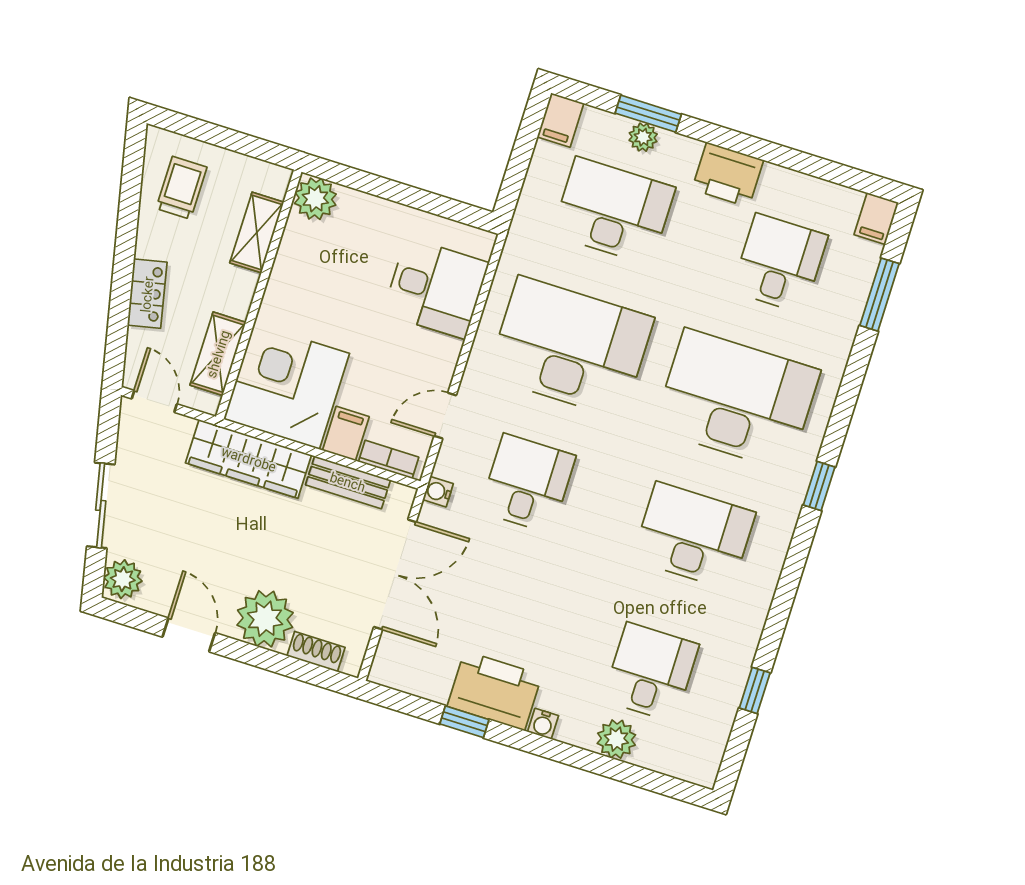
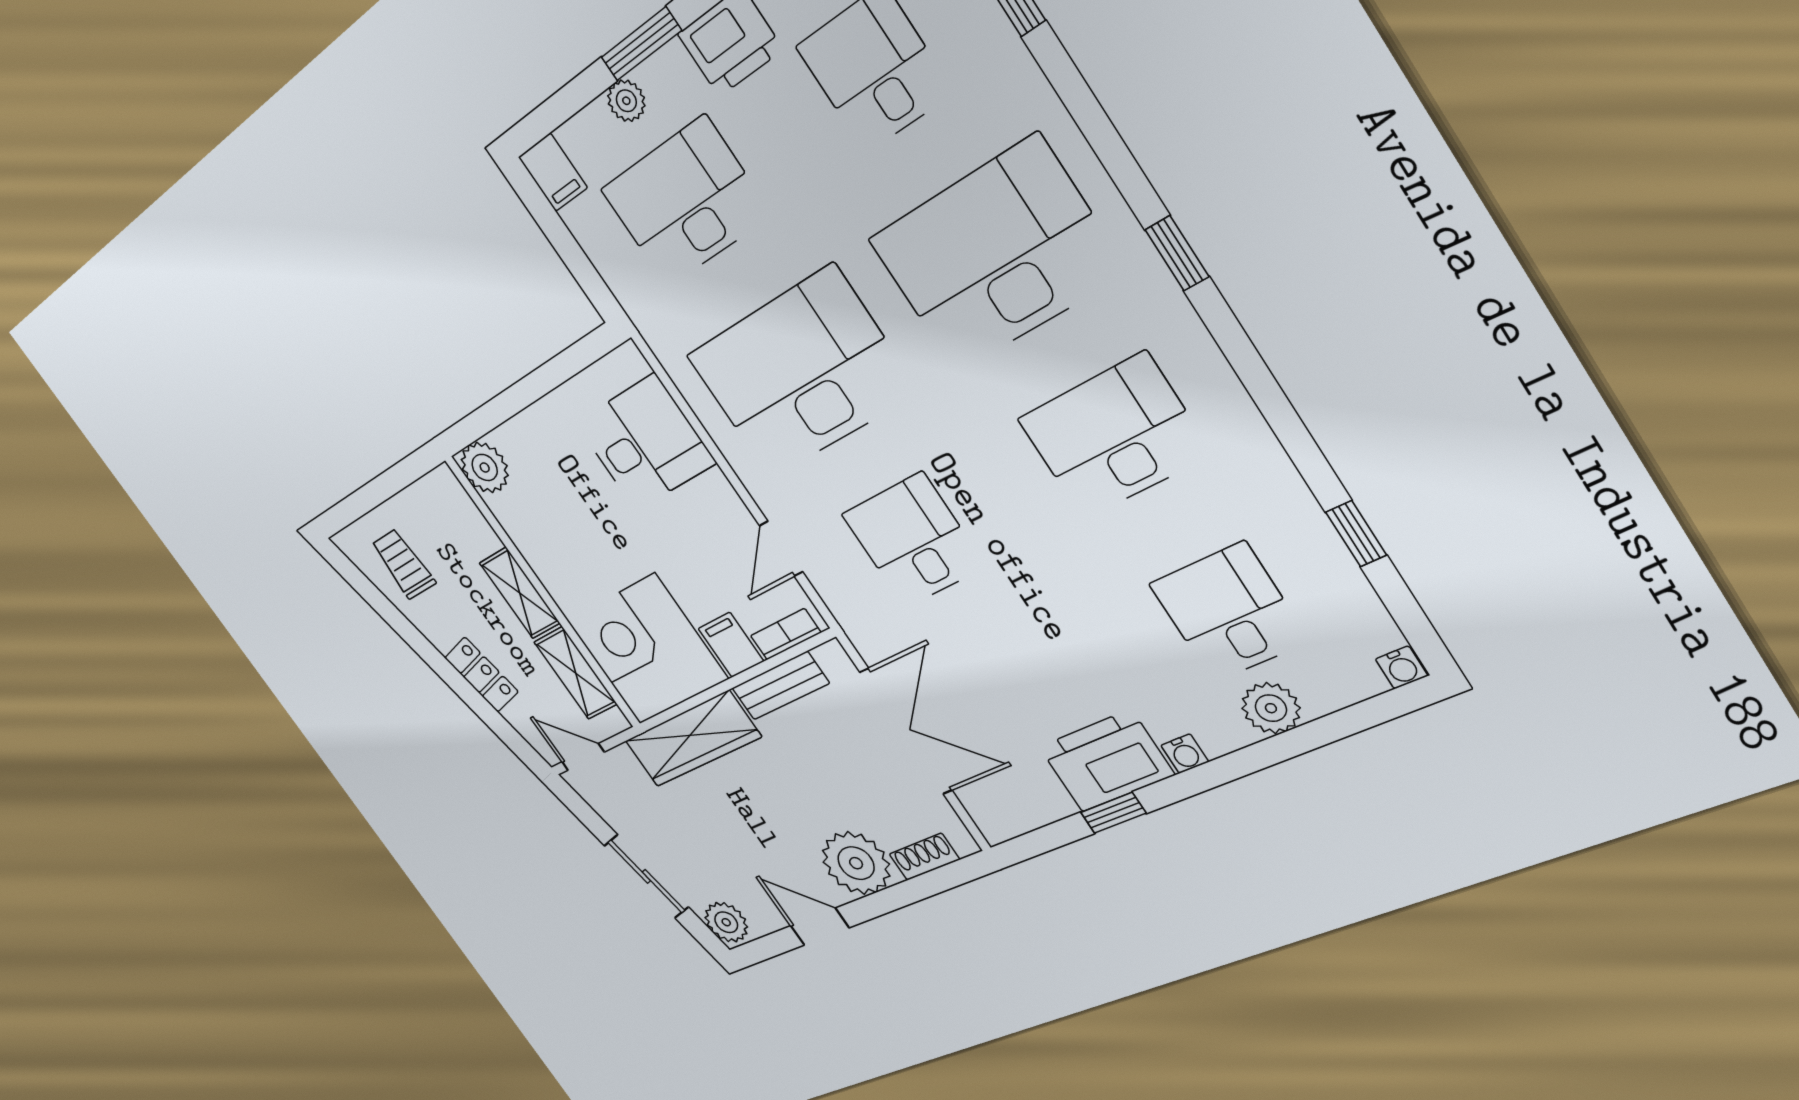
window: (648, 114) -> (641, 44), moved
shelving: (257, 232) -> (520, 593), moved
water cooler: (438, 492) -> (1401, 667), moved, turned -90

